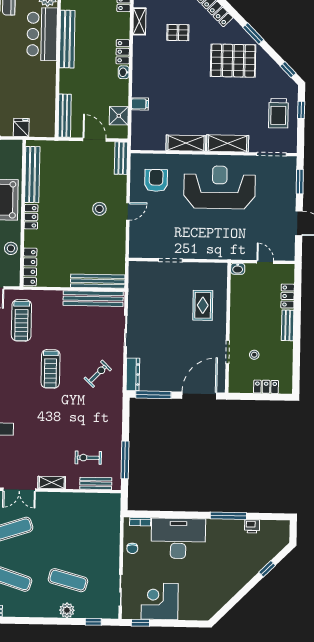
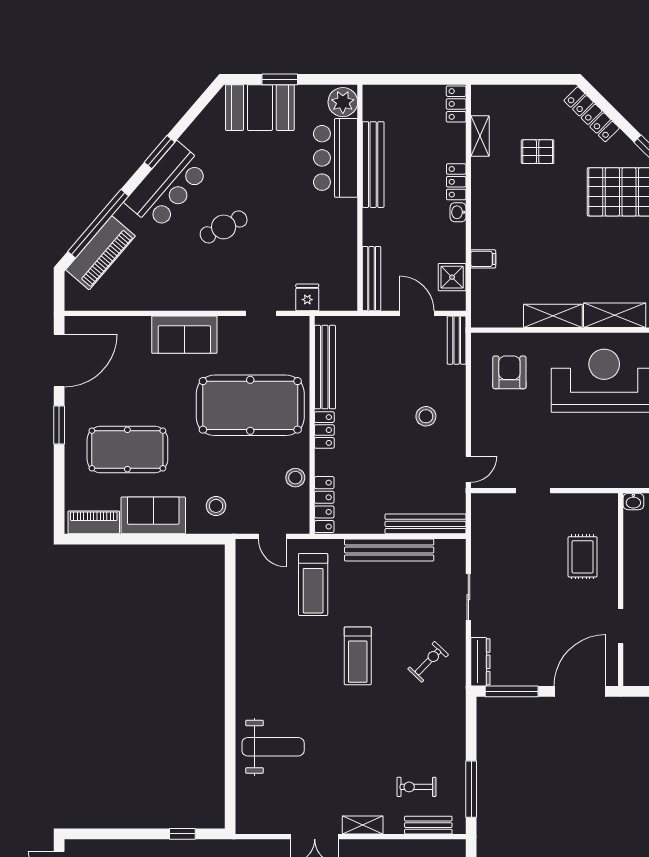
door: (128, 211) -> (468, 469), moved
bench: (93, 299) -> (389, 550), moved

